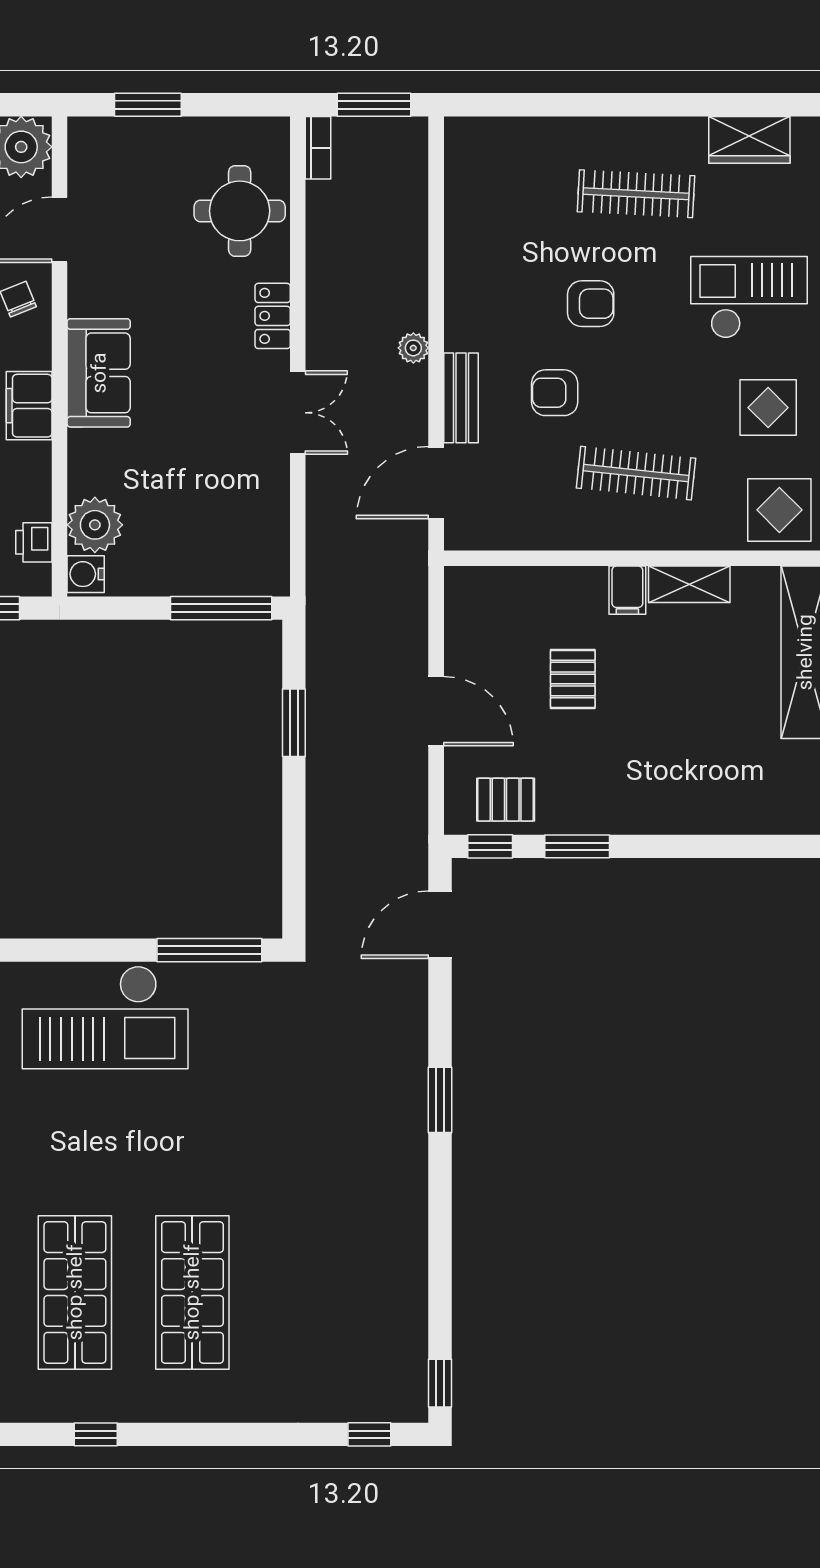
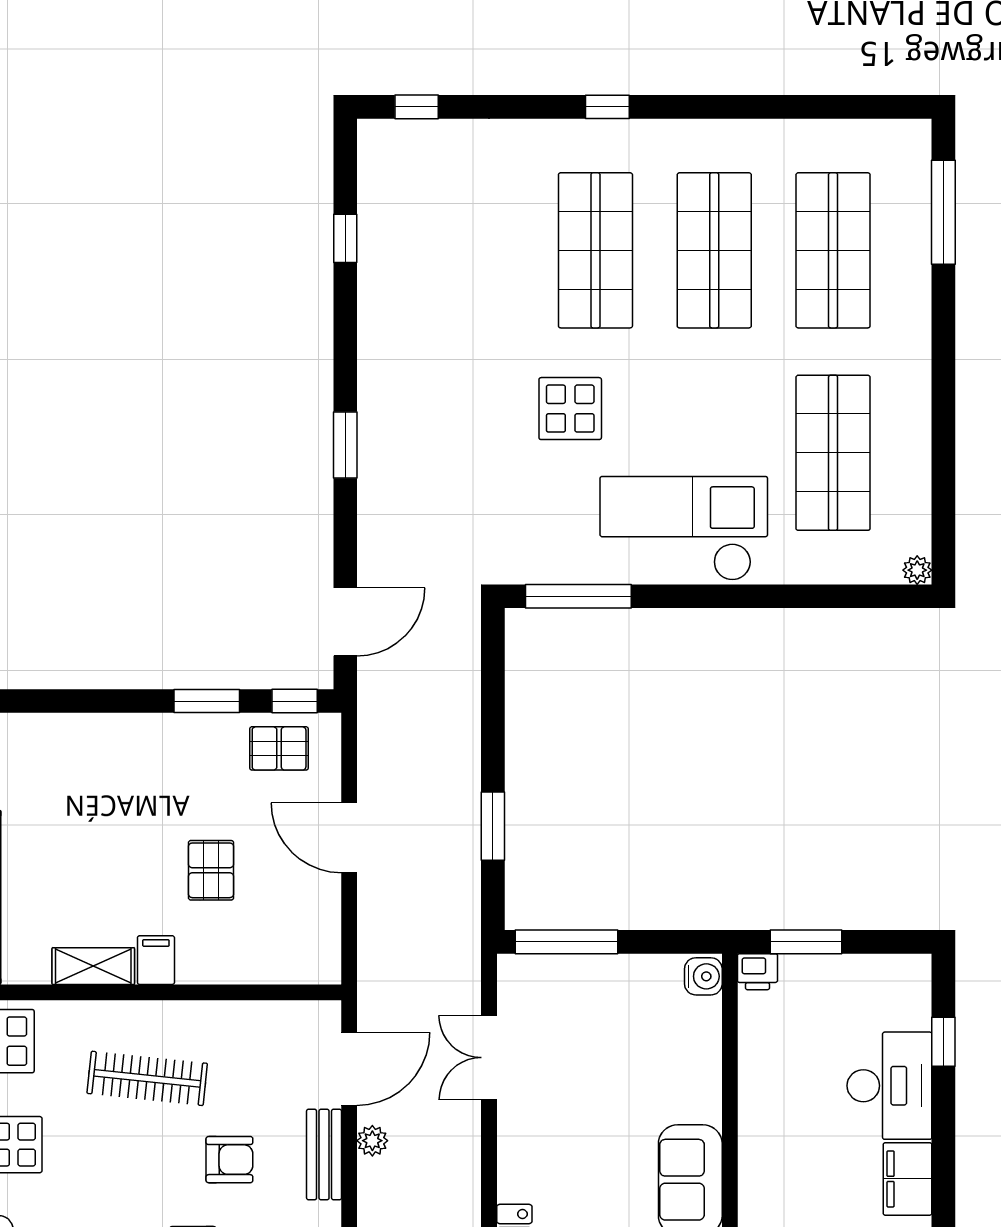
plant: (413, 348) -> (372, 1141), moved
filing cabinet: (29, 406) -> (761, 1147), removed
double door: (298, 413) -> (489, 1058), moved
plant: (95, 525) -> (694, 1026), removed
printer: (34, 542) -> (757, 972), moved, turned 90
display table: (217, 1136) -> (570, 409), added
window: (440, 1383) -> (345, 238), moved
window: (96, 1434) -> (607, 107), moved

